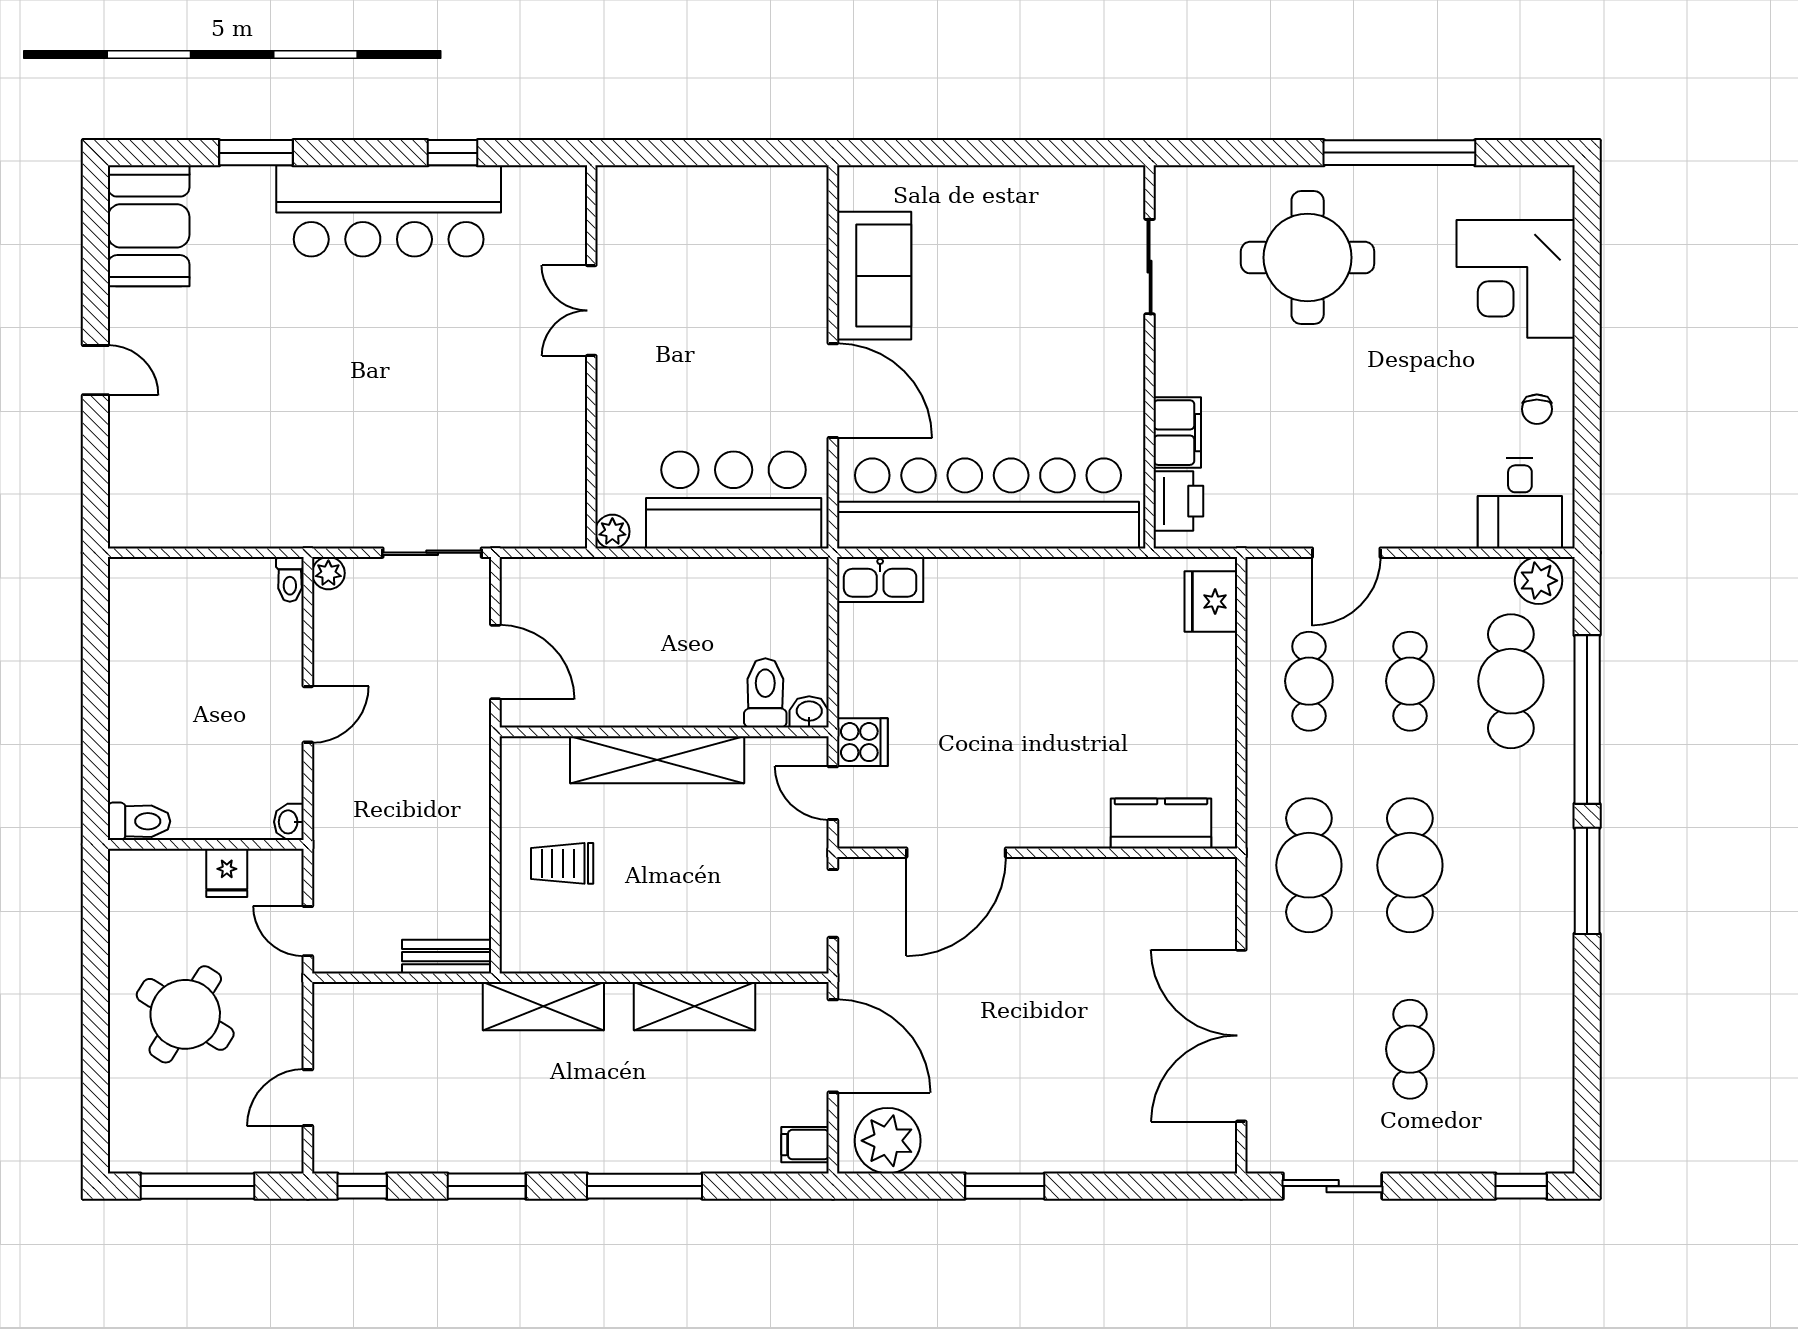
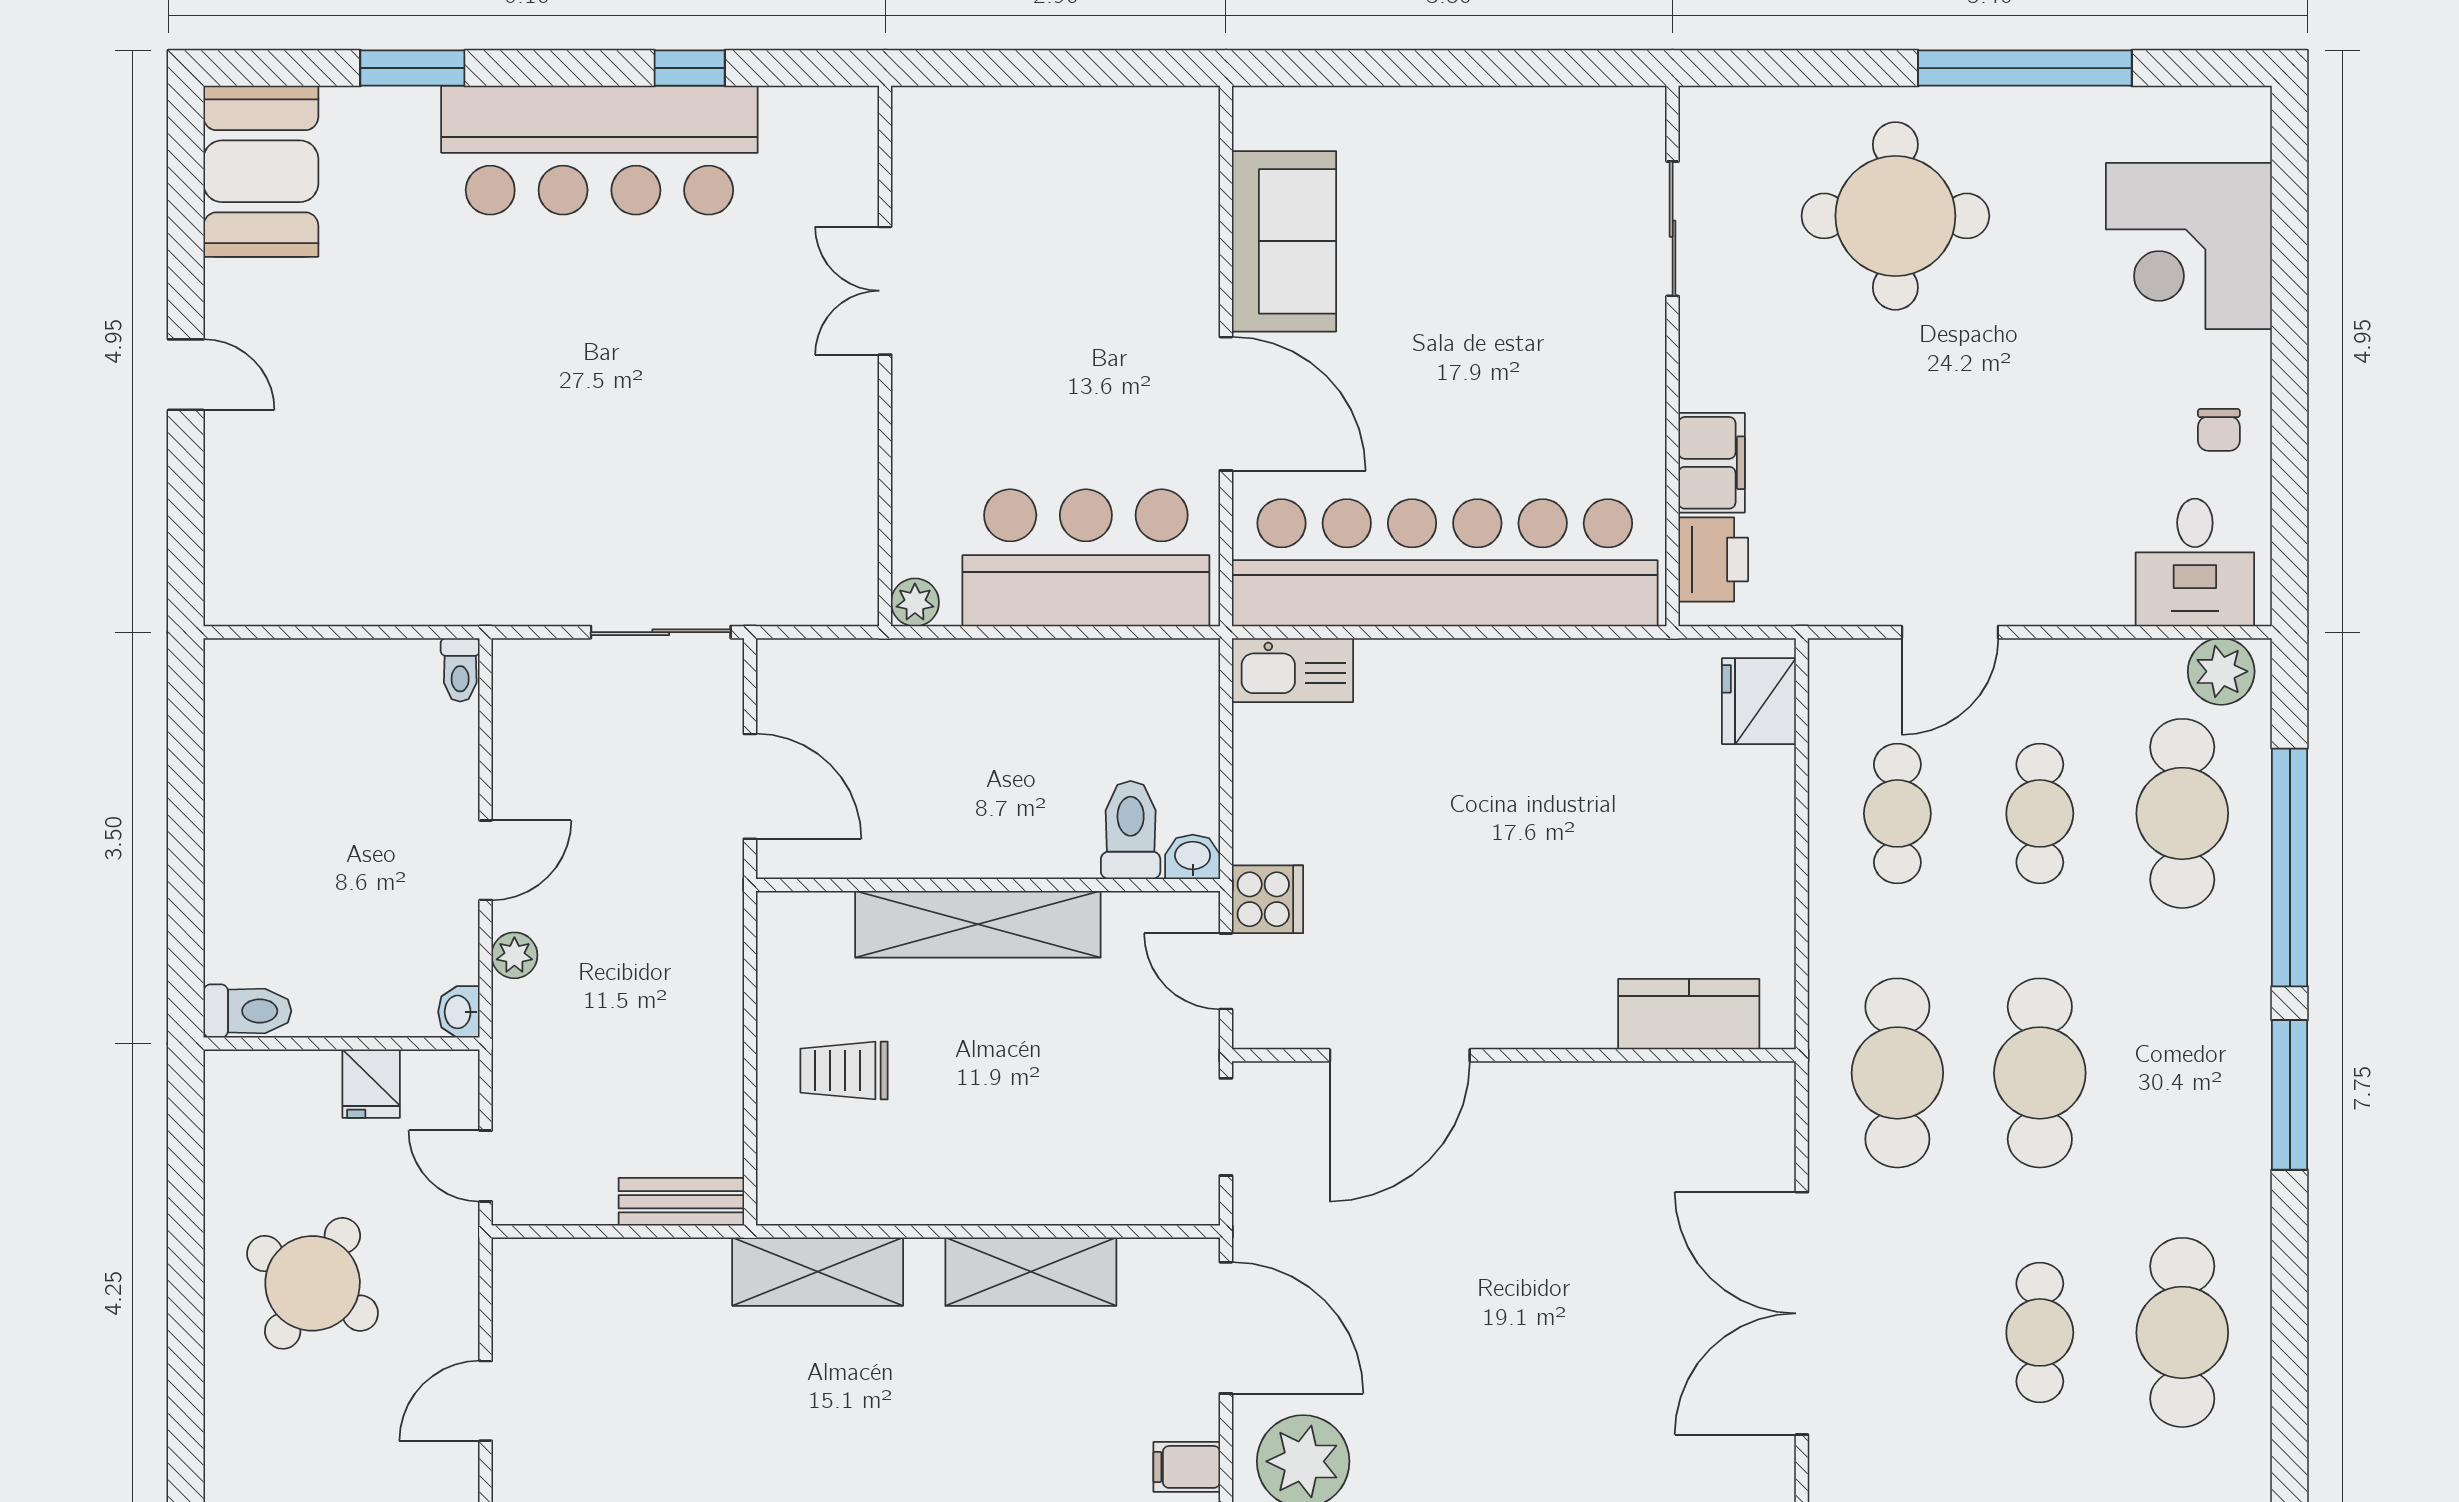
plant: (328, 573) -> (514, 955), moved
cafe table: (1511, 1049) -> (2182, 1332), added

